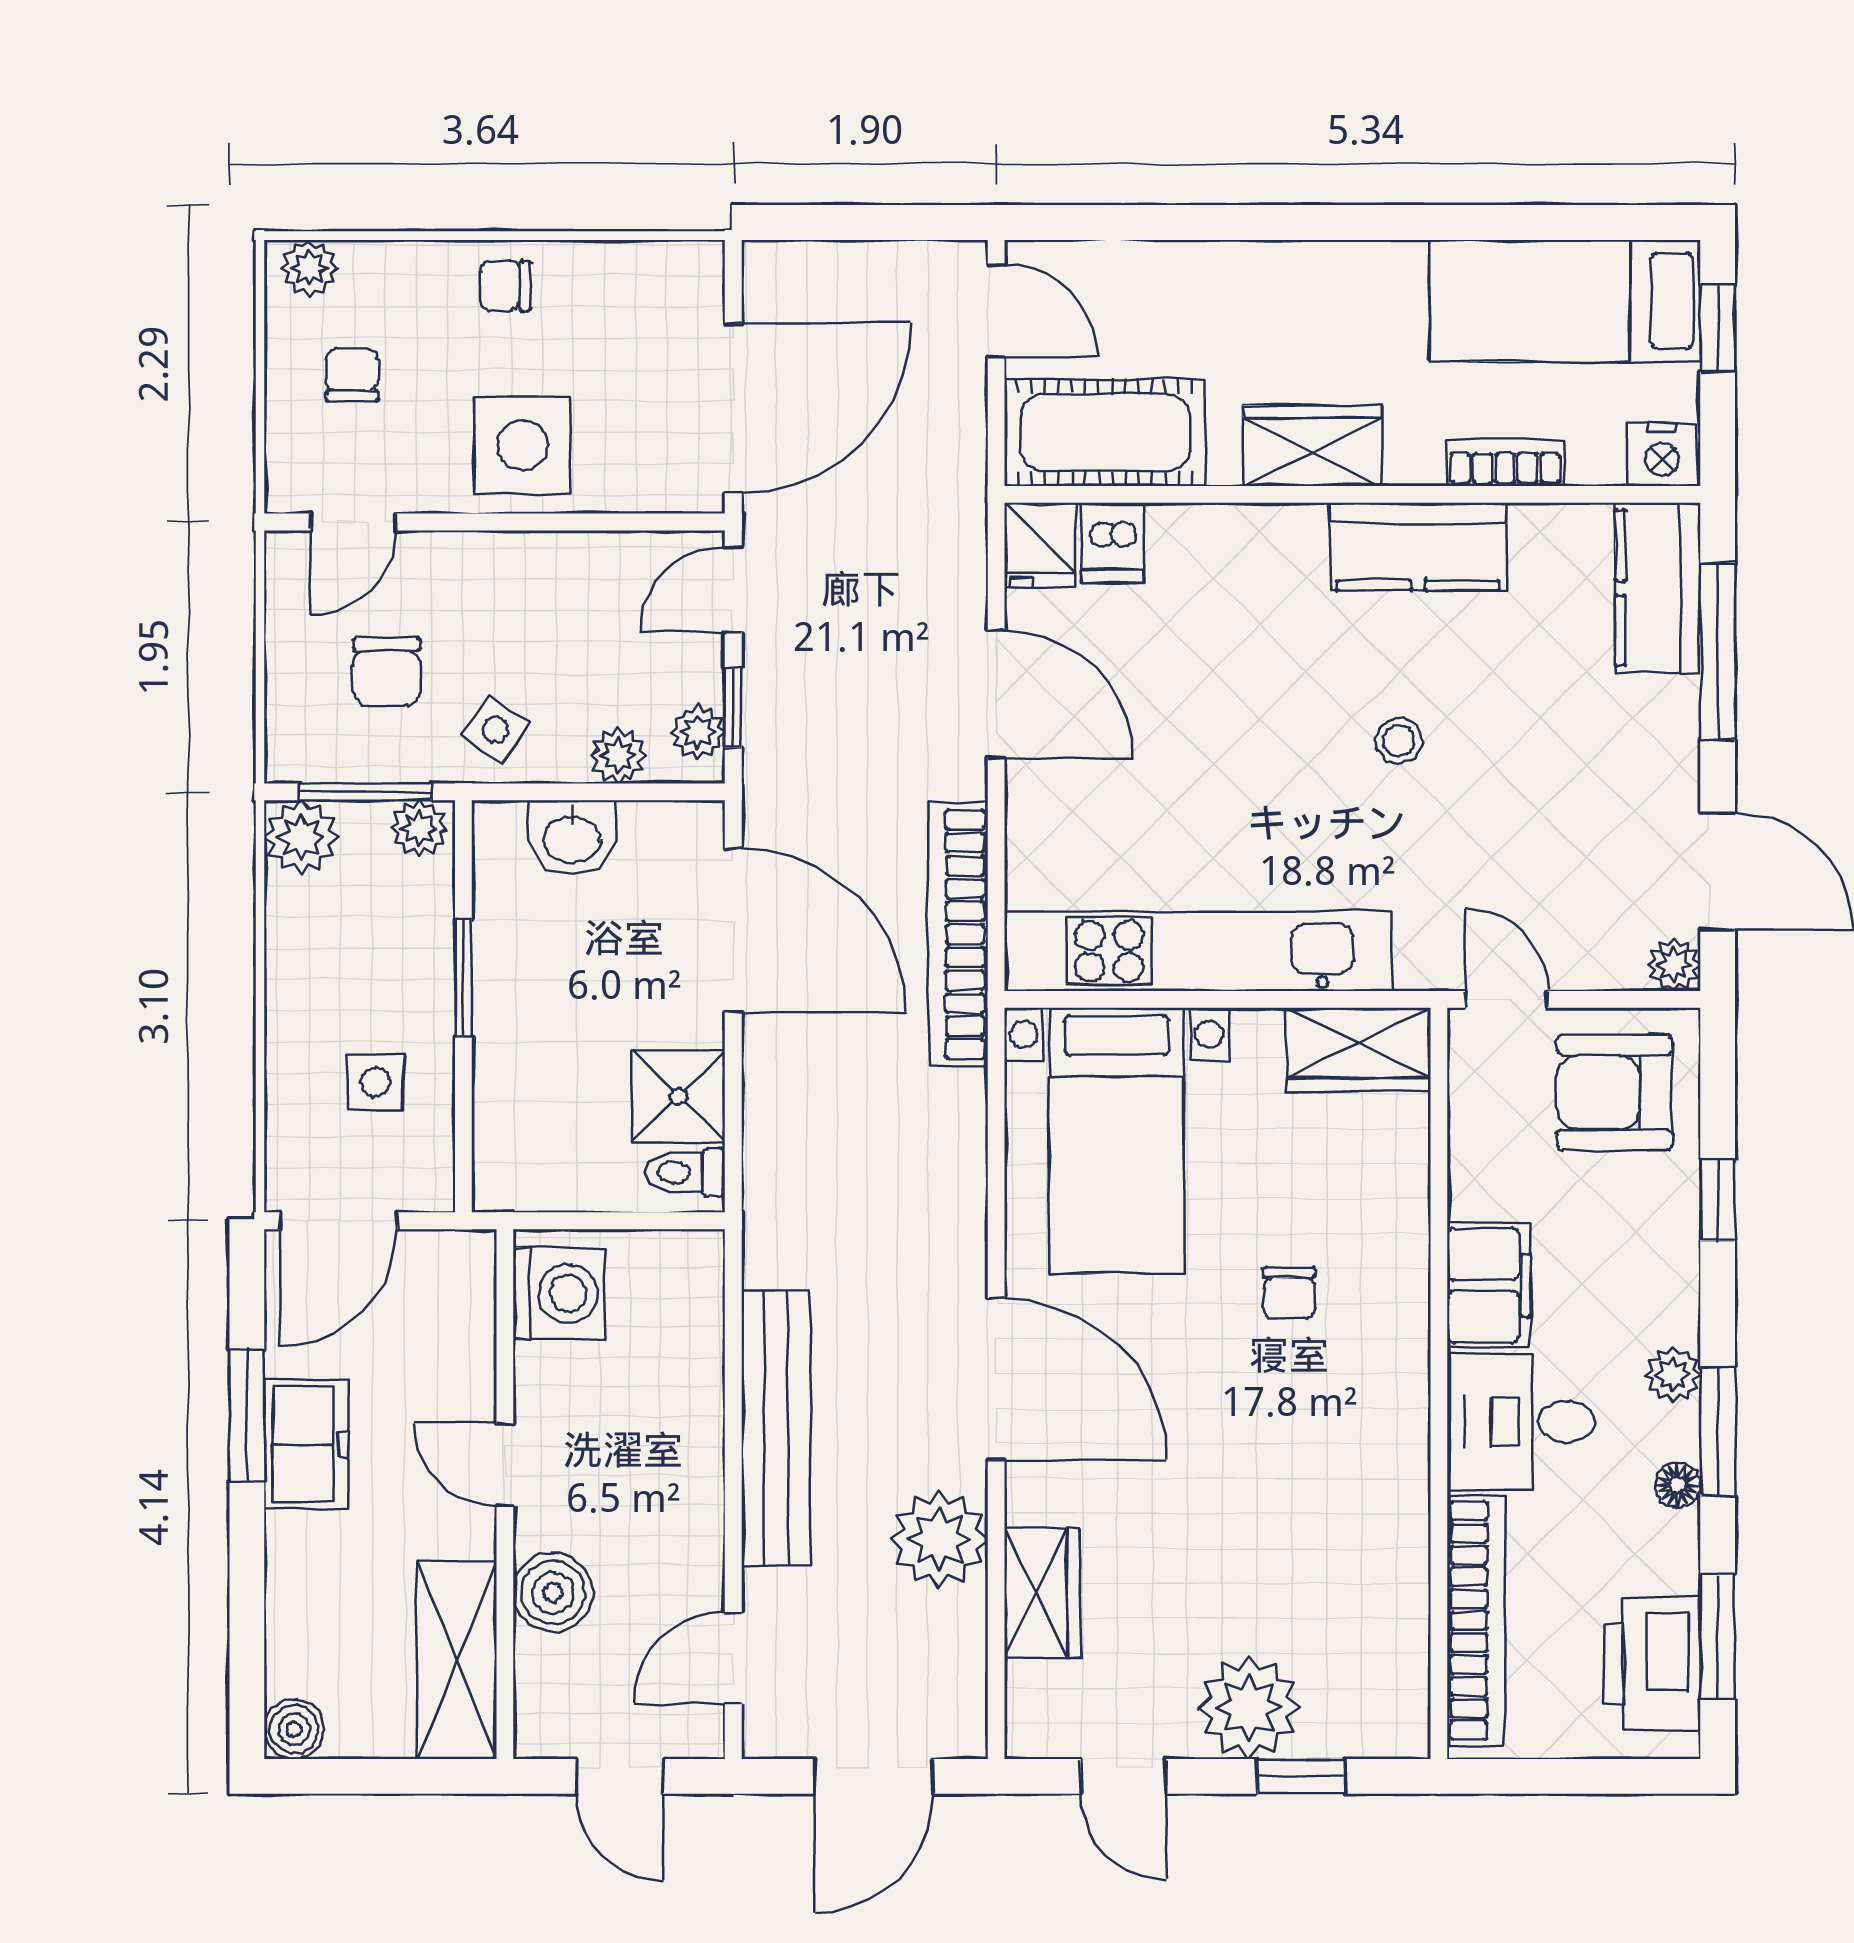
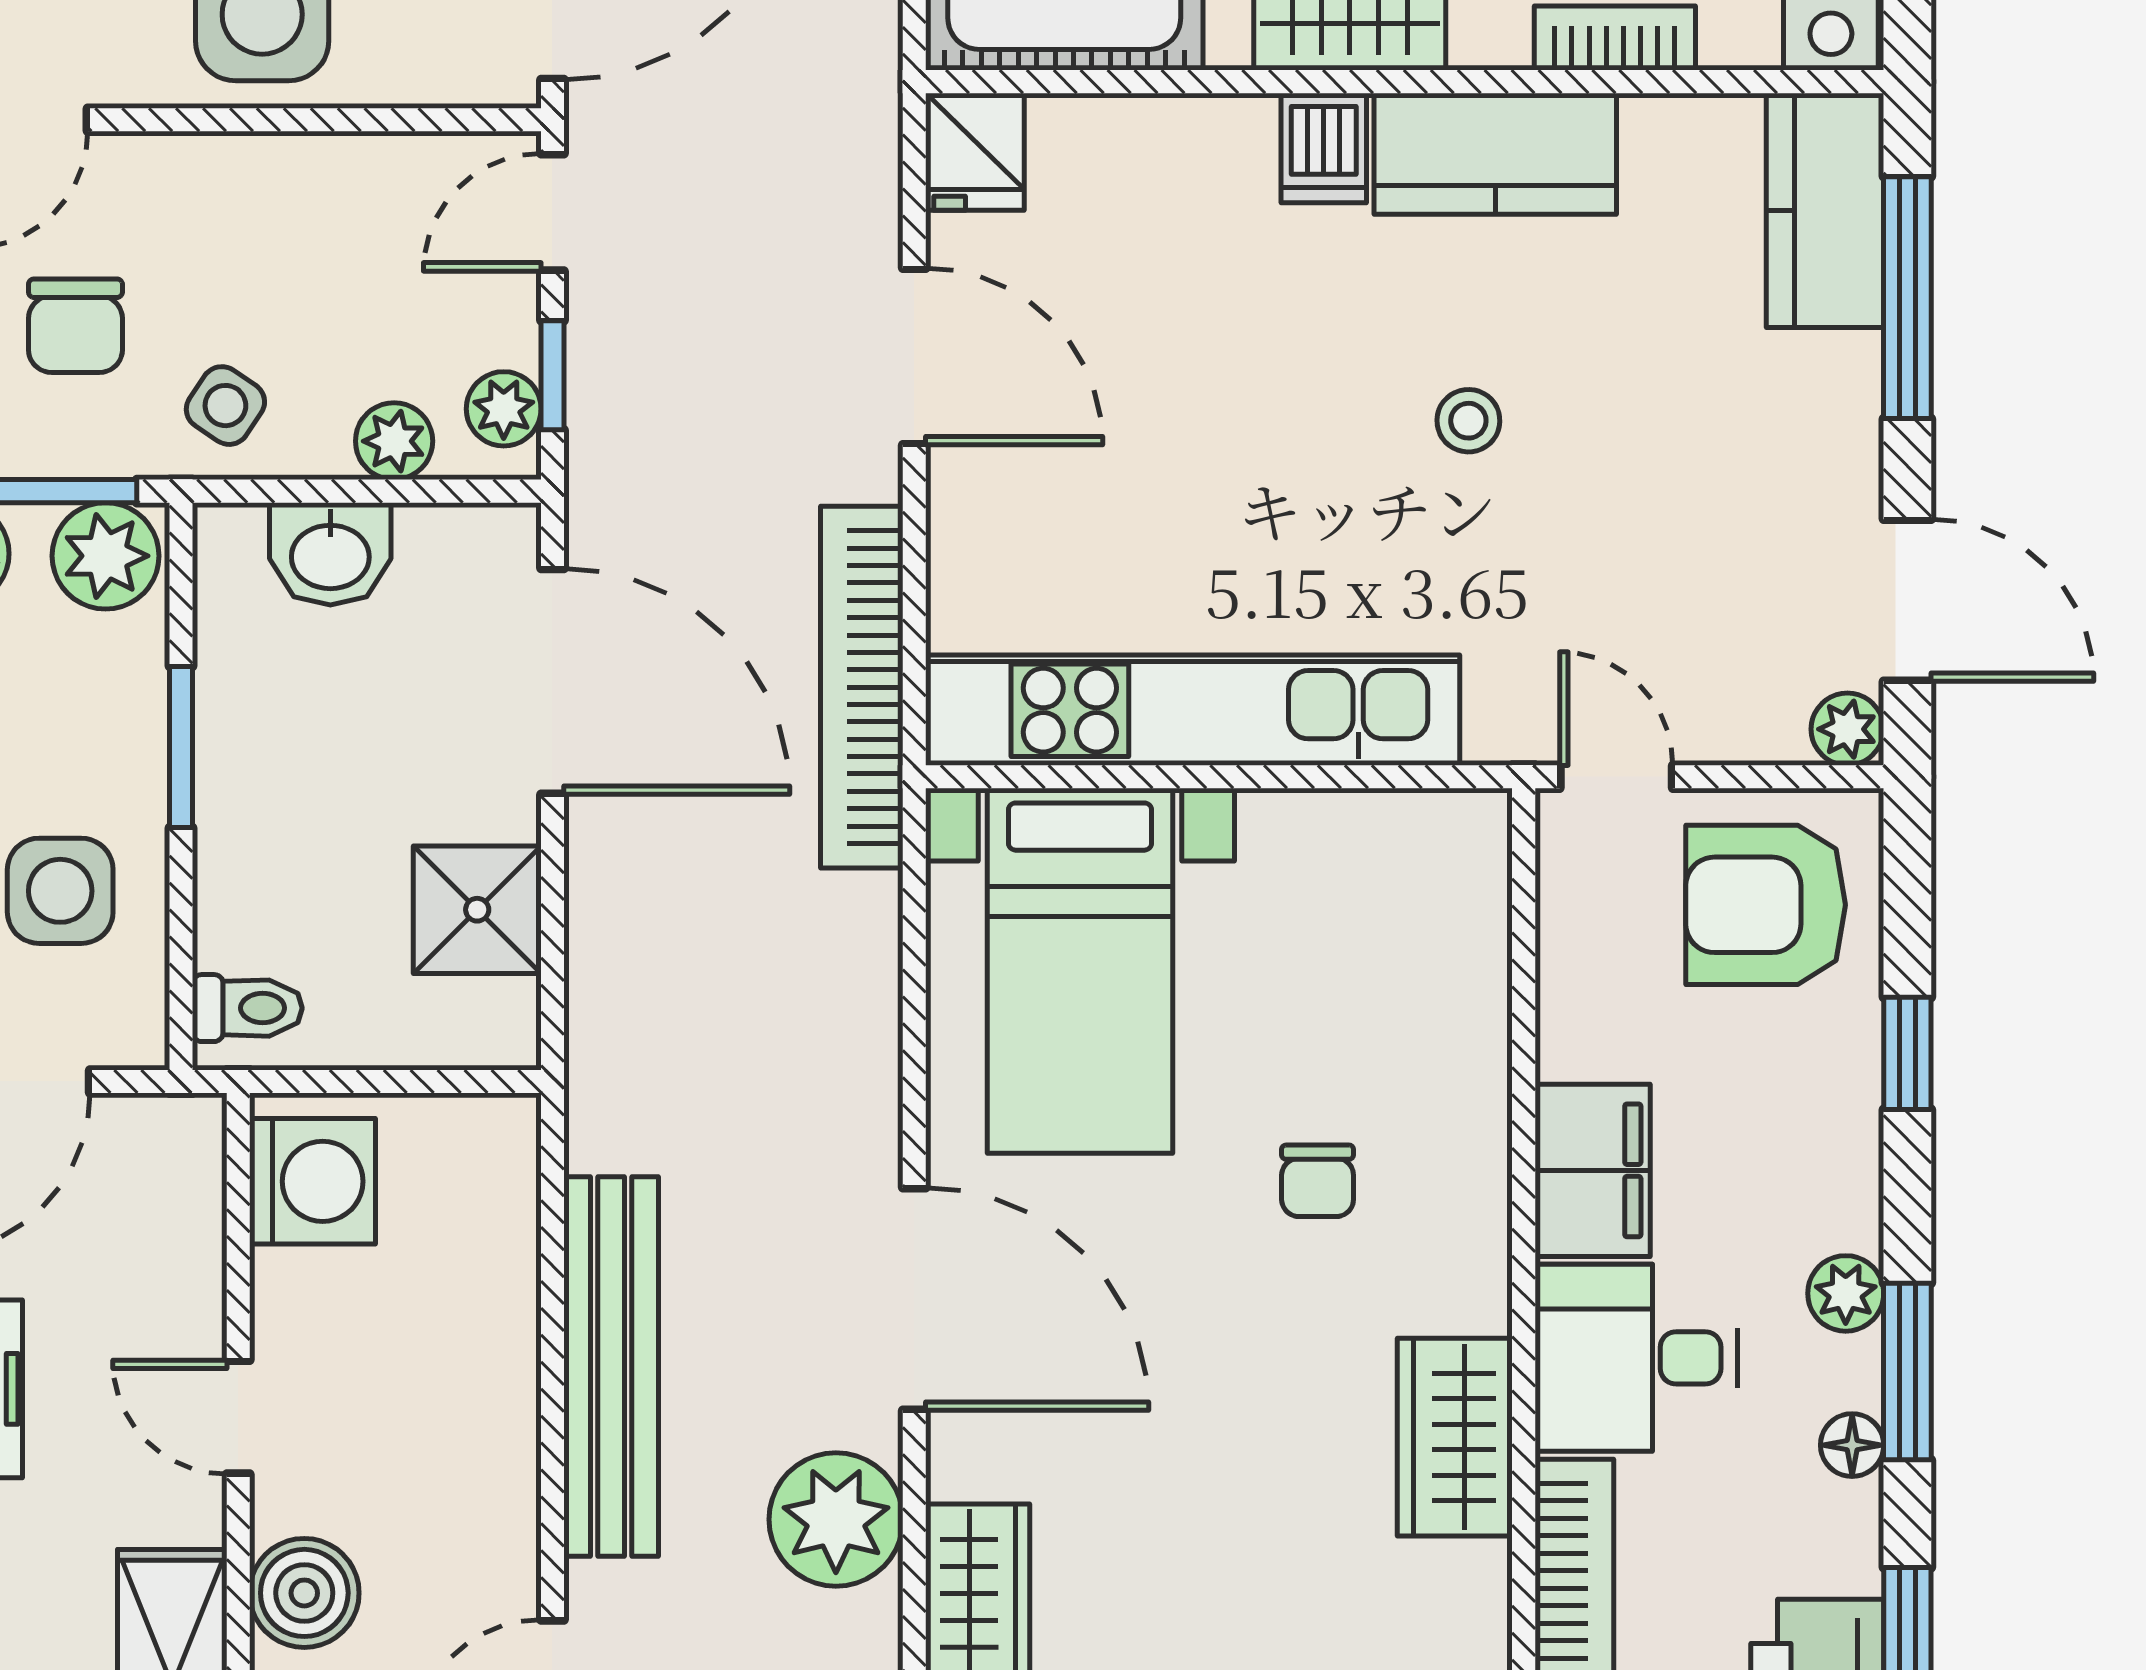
dishwasher: (1113, 543) -> (1324, 148), moved
plant: (419, 828) -> (106, 556), width x1.38, depth x1.38
wardrobe: (1359, 1049) -> (1455, 1437), moved, turned 90
side table: (376, 1082) -> (60, 891), width x1.37, depth x1.37
toilet: (685, 1172) -> (247, 1008), moved, turned 180

